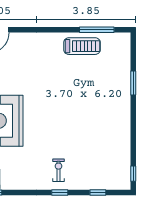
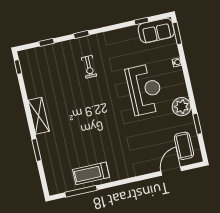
shelving: (123, 118) -> (39, 116), added
exercise bike: (58, 170) -> (89, 67), moved

